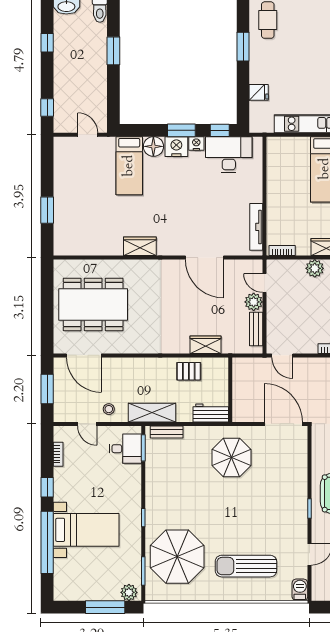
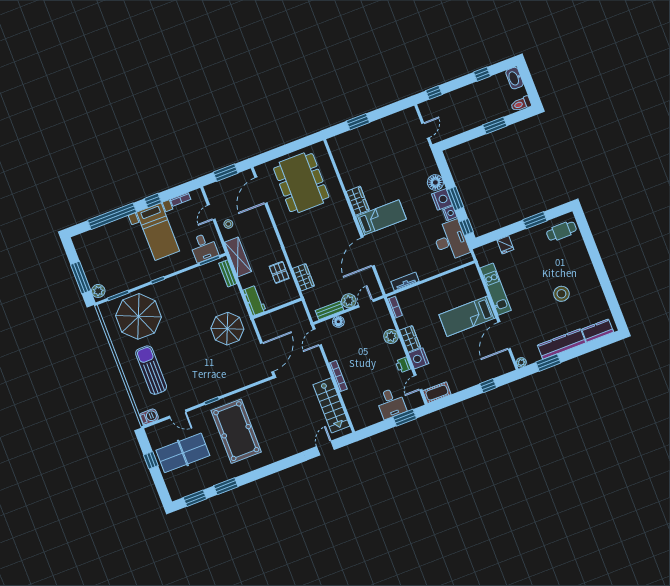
bed: (129, 166) -> (381, 218), moved, turned 180
tv unit: (256, 227) -> (405, 281), width x0.71
floor lamp: (274, 324) -> (338, 322), added
bed with nightstands: (86, 530) -> (158, 232), moved

